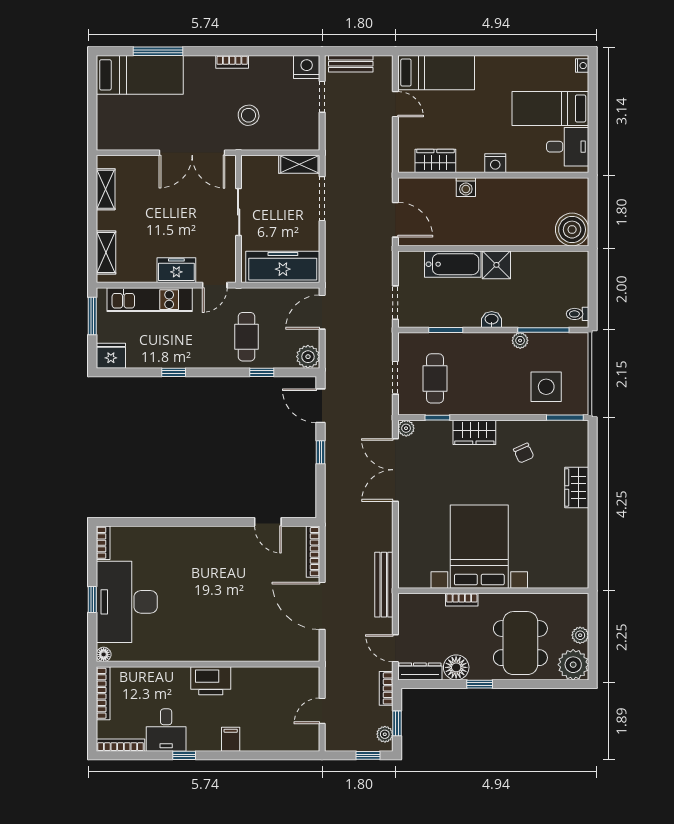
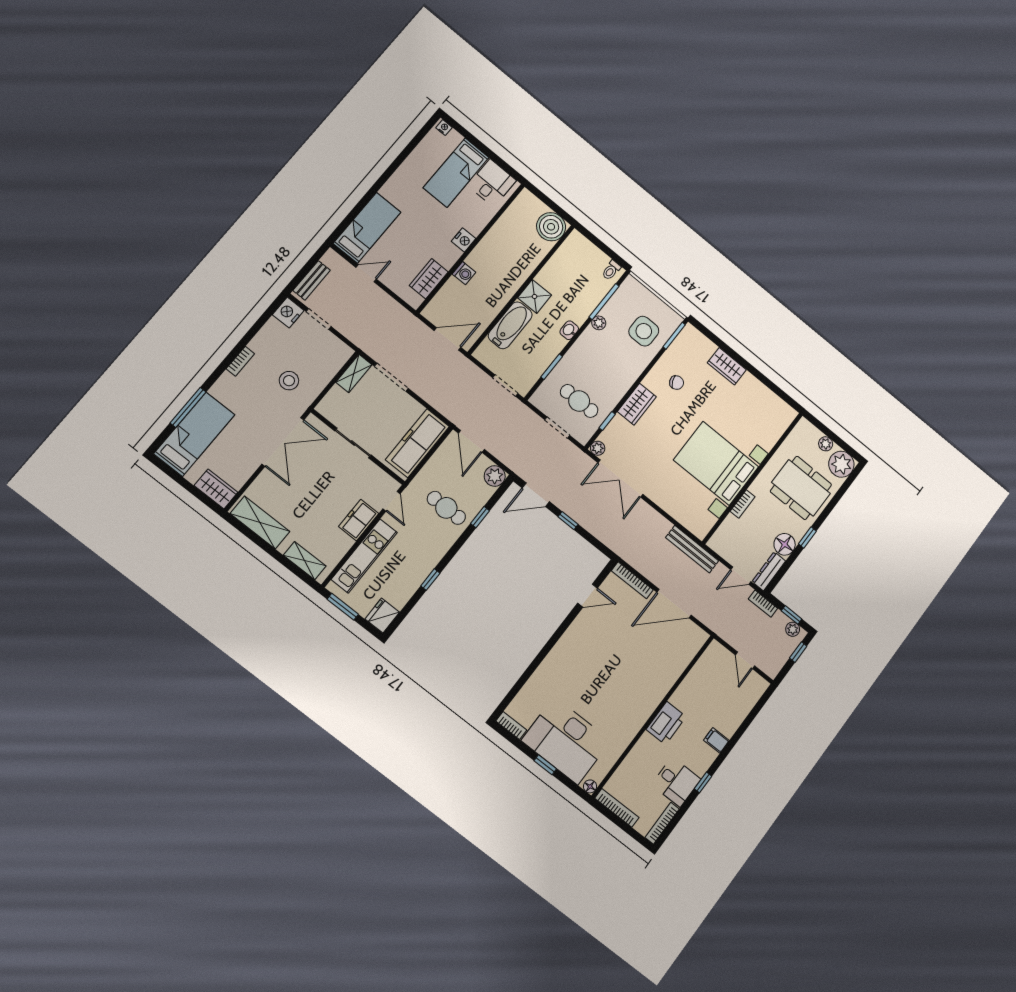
wardrobe: (108, 130) -> (216, 489), added
shelving: (106, 189) -> (260, 523), width x1.50, depth x1.33

